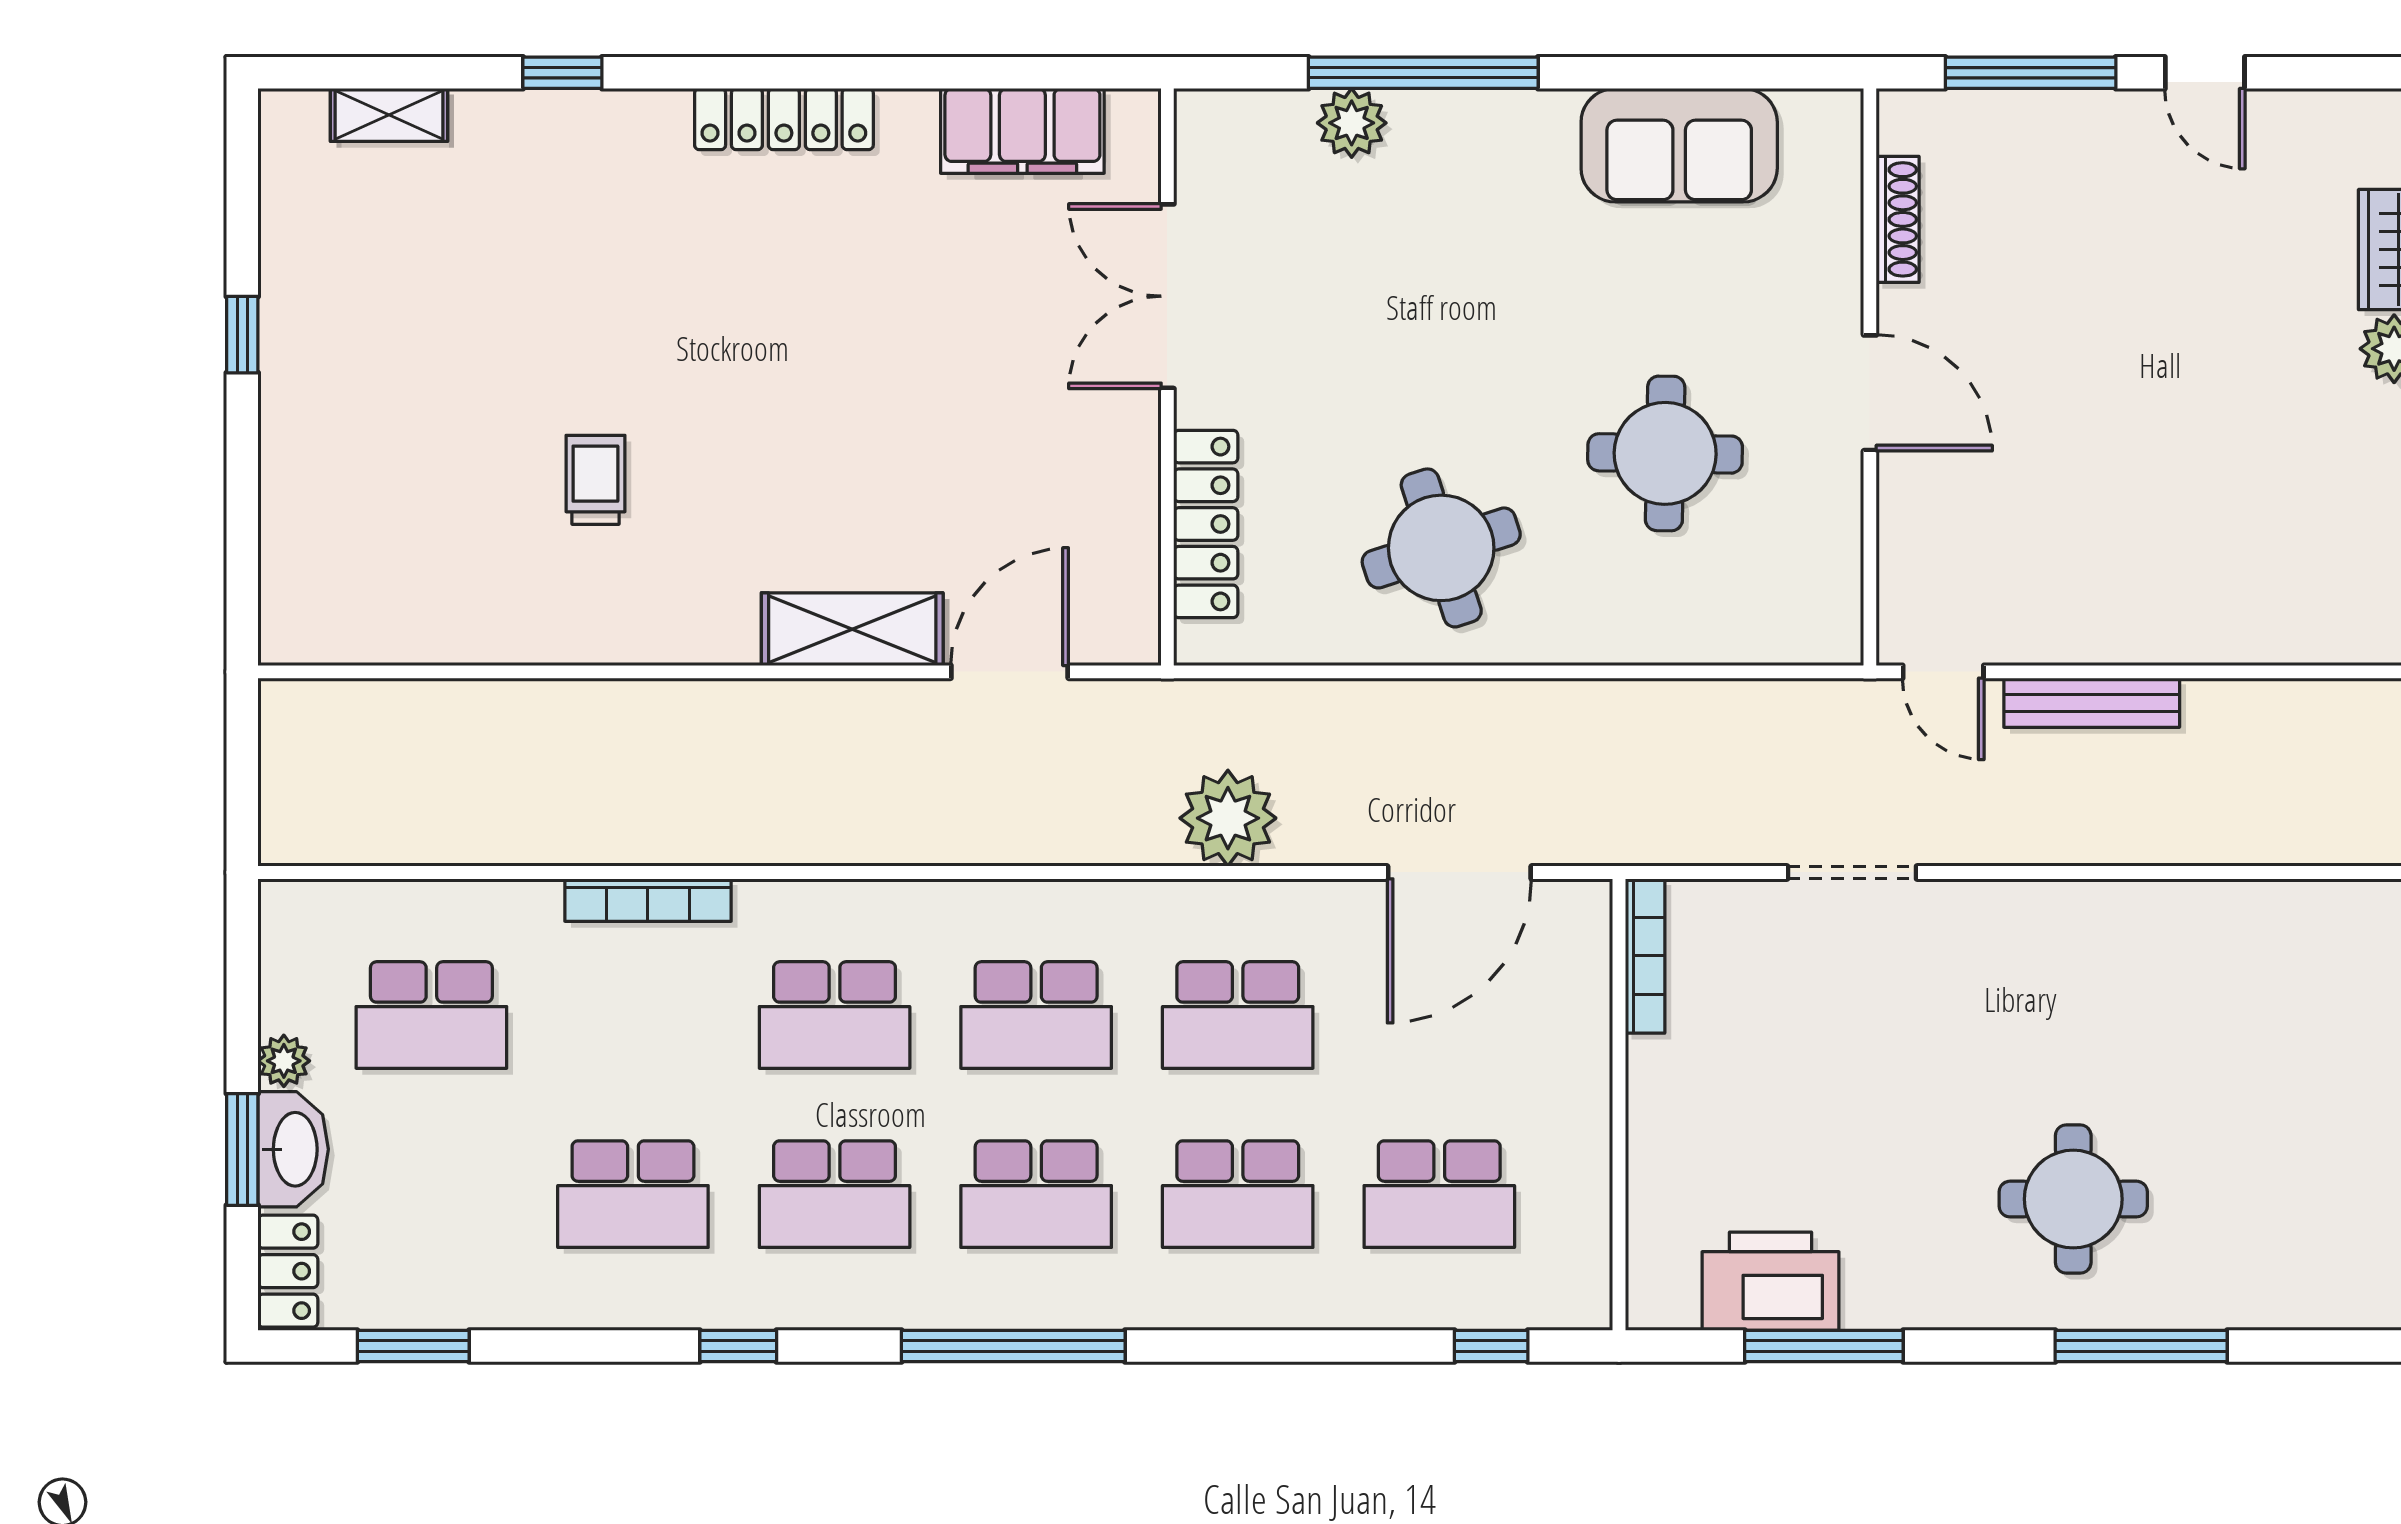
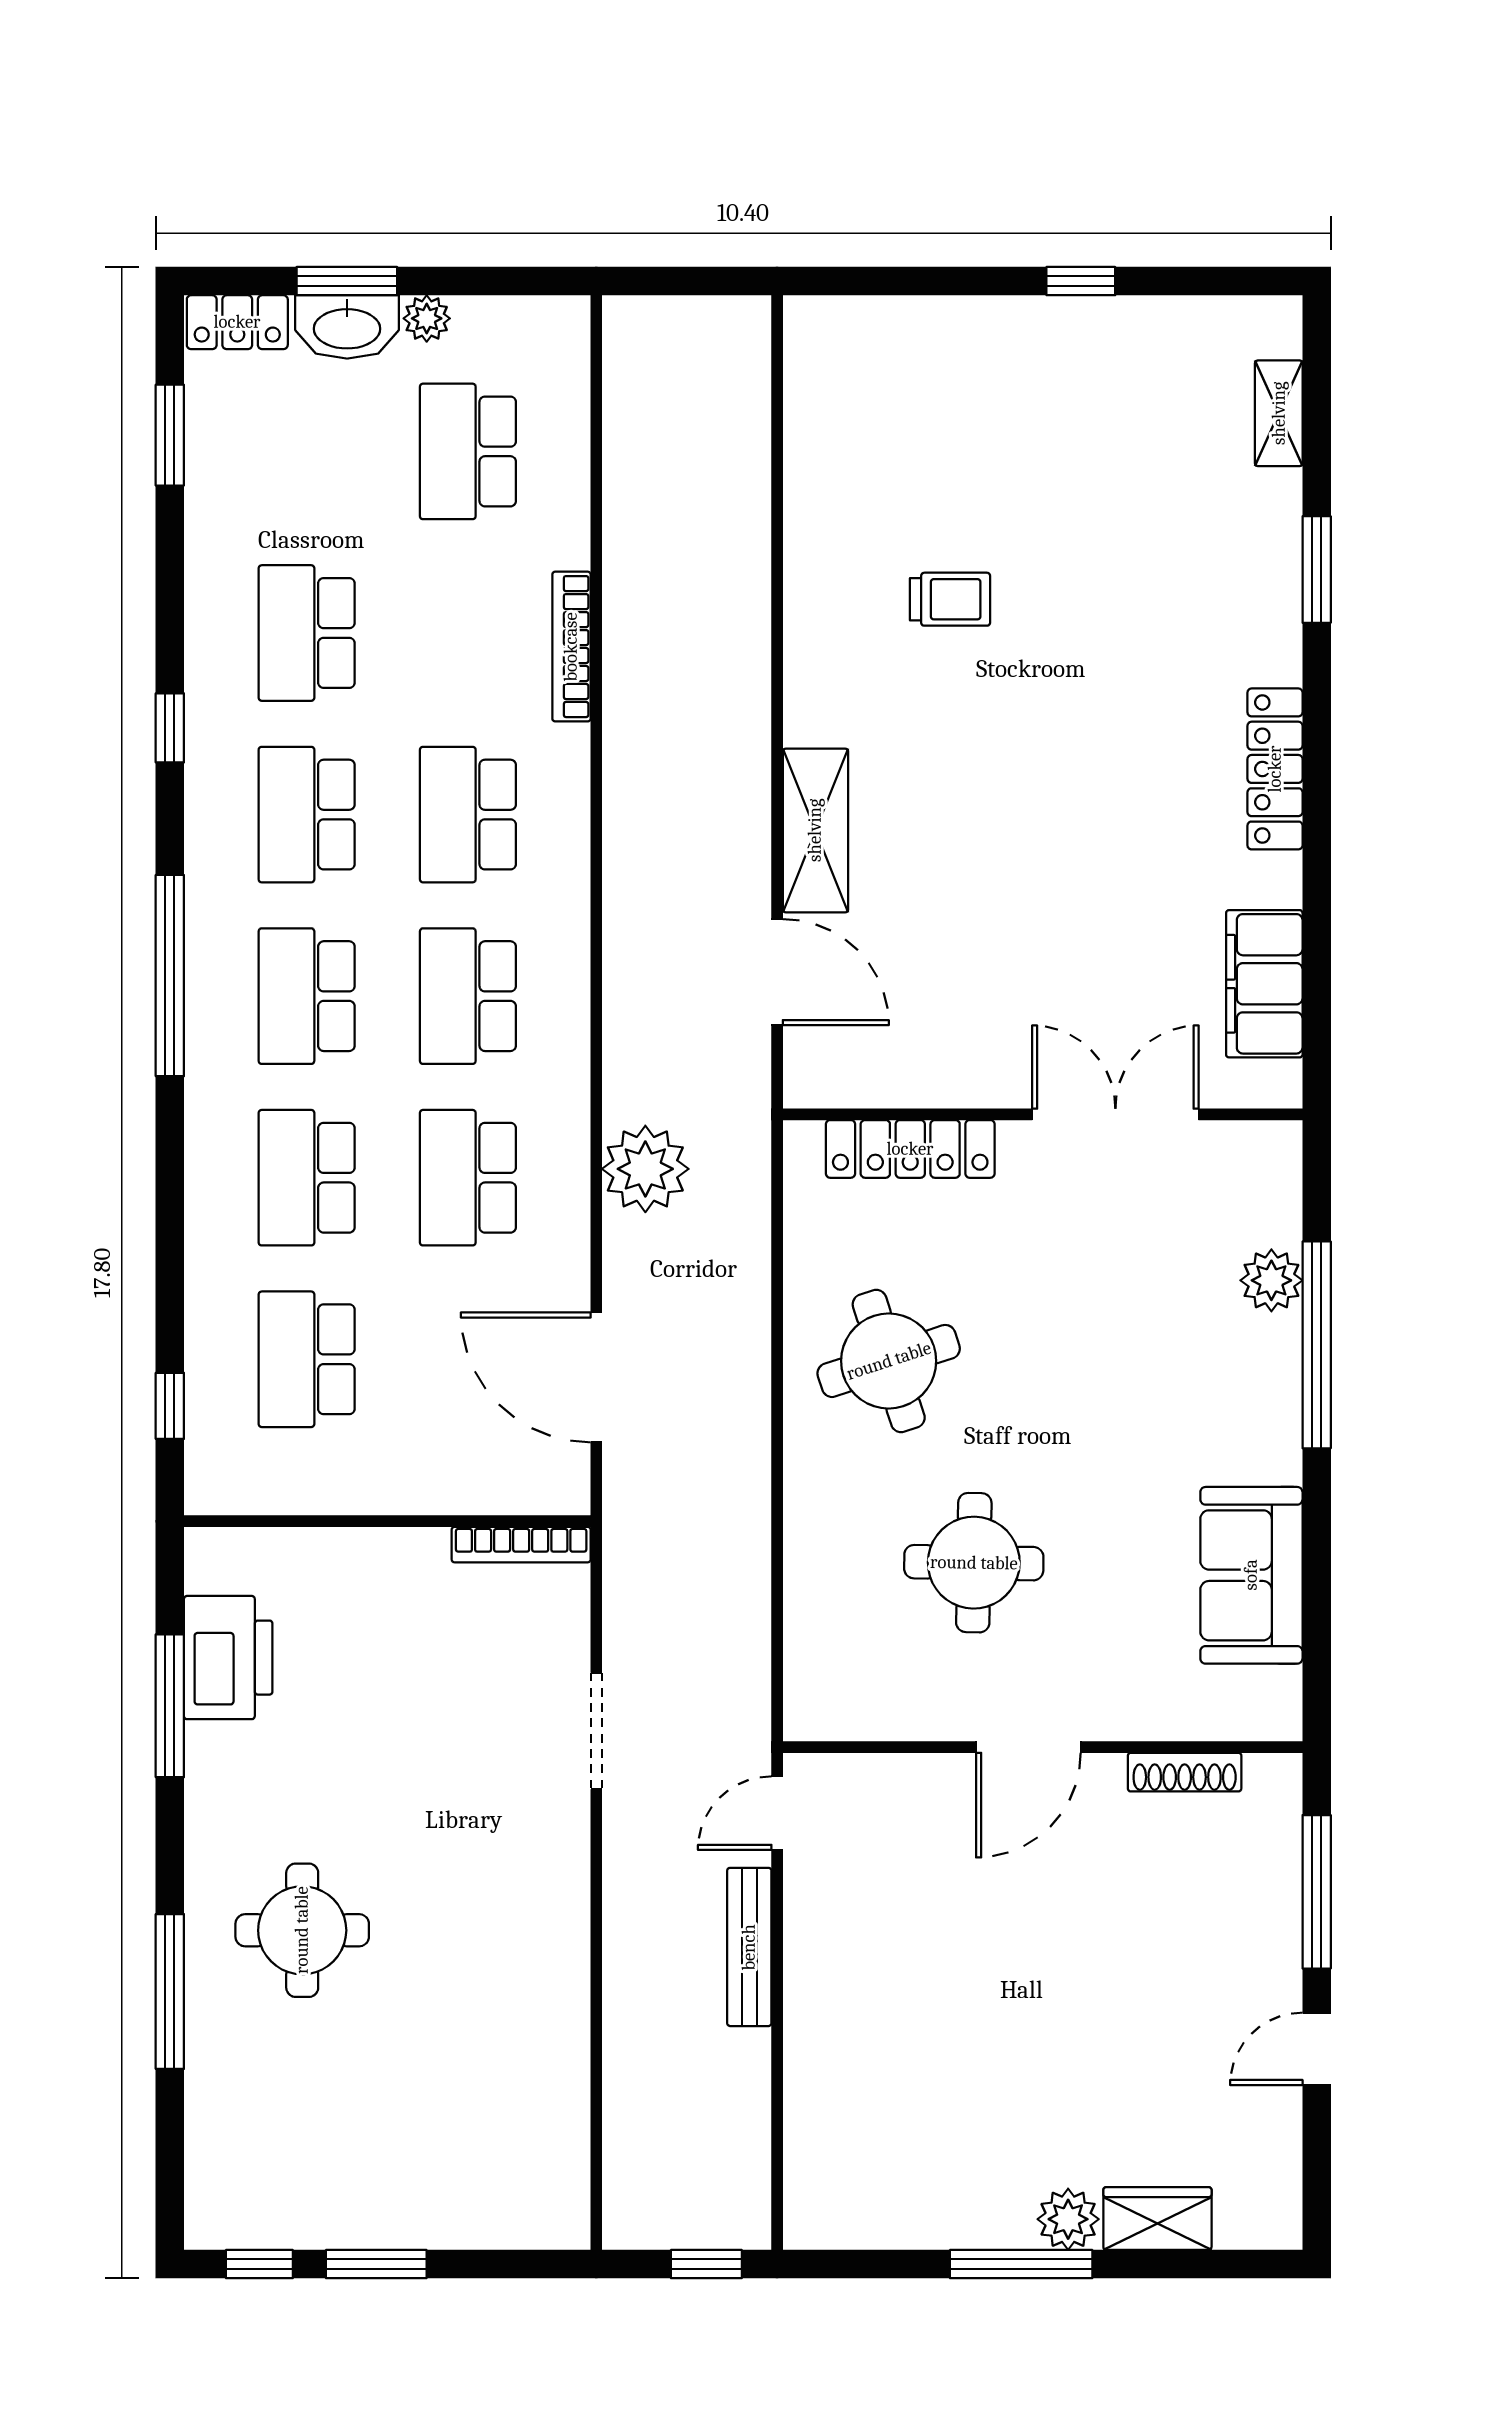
window: (562, 73) -> (1317, 570), width x1.50

